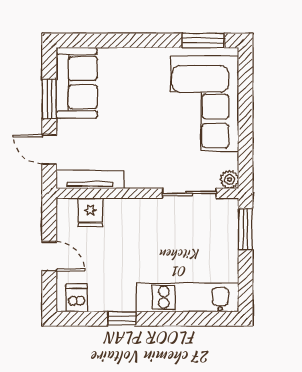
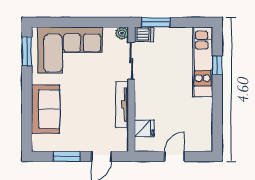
sofa: (77, 83) -> (46, 109), moved, turned 90
tv unit: (90, 180) -> (122, 105), moved
dishwasher: (77, 298) -> (144, 34), moved, turned 180
window: (122, 319) -> (217, 65), moved

